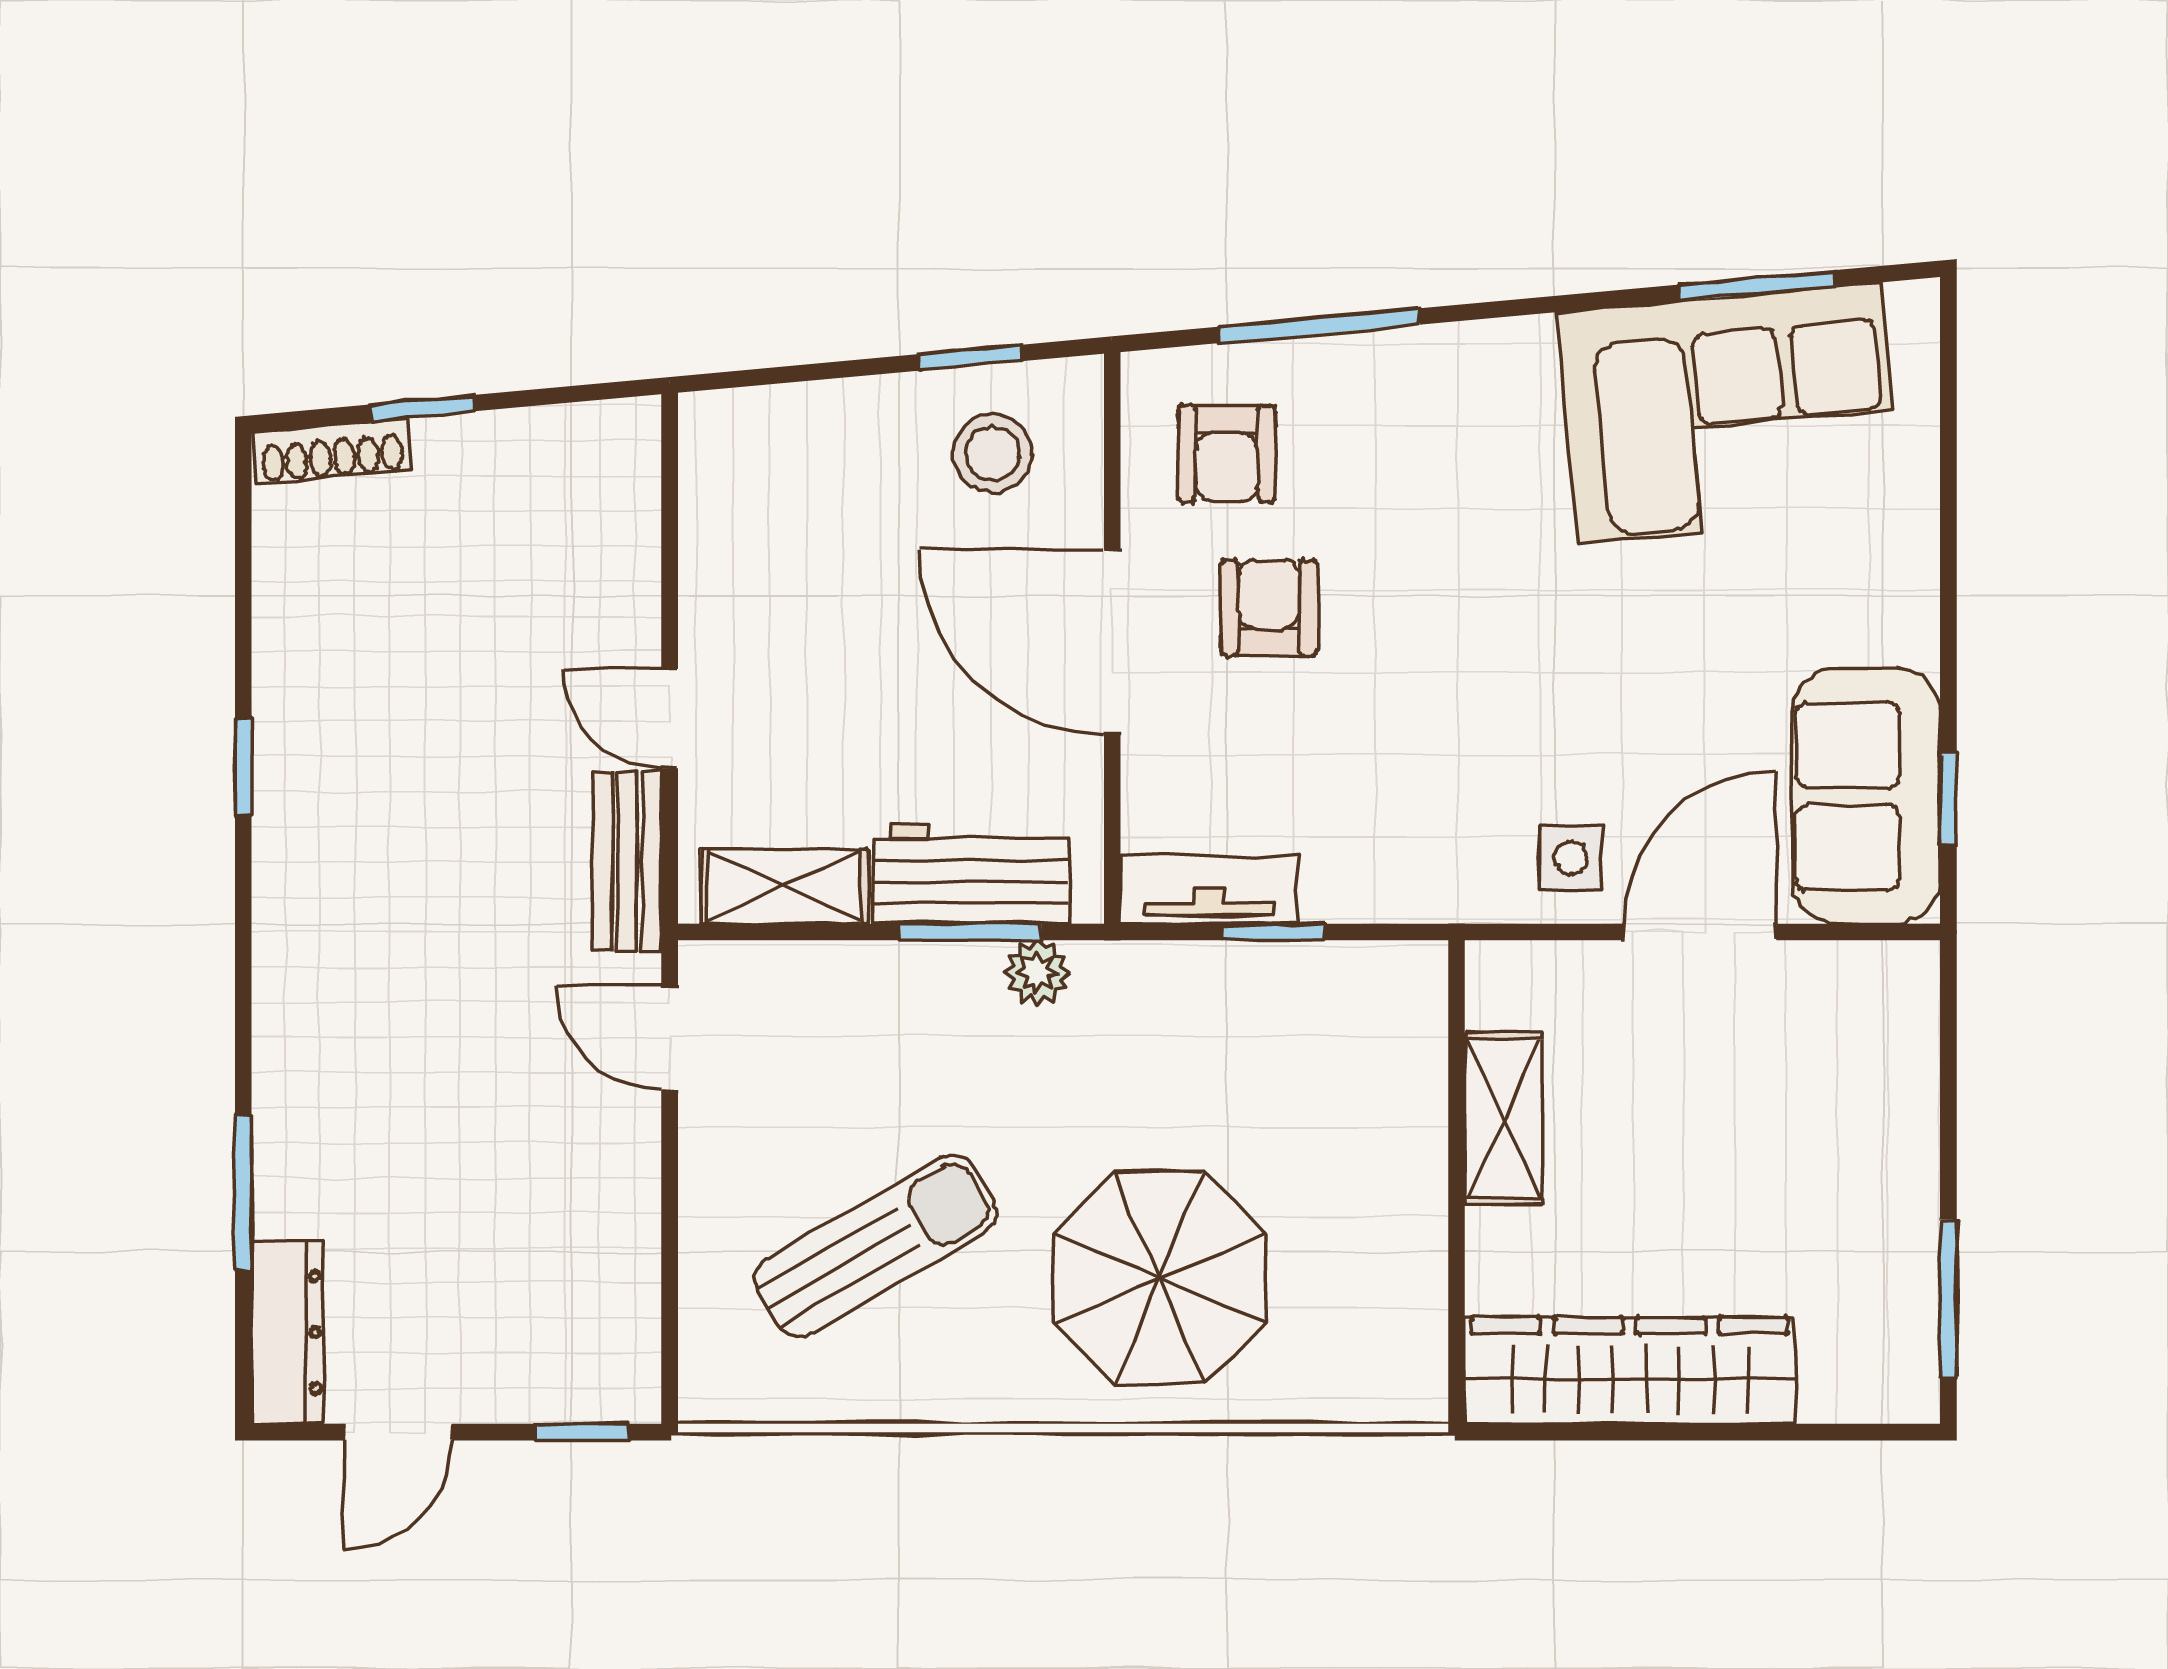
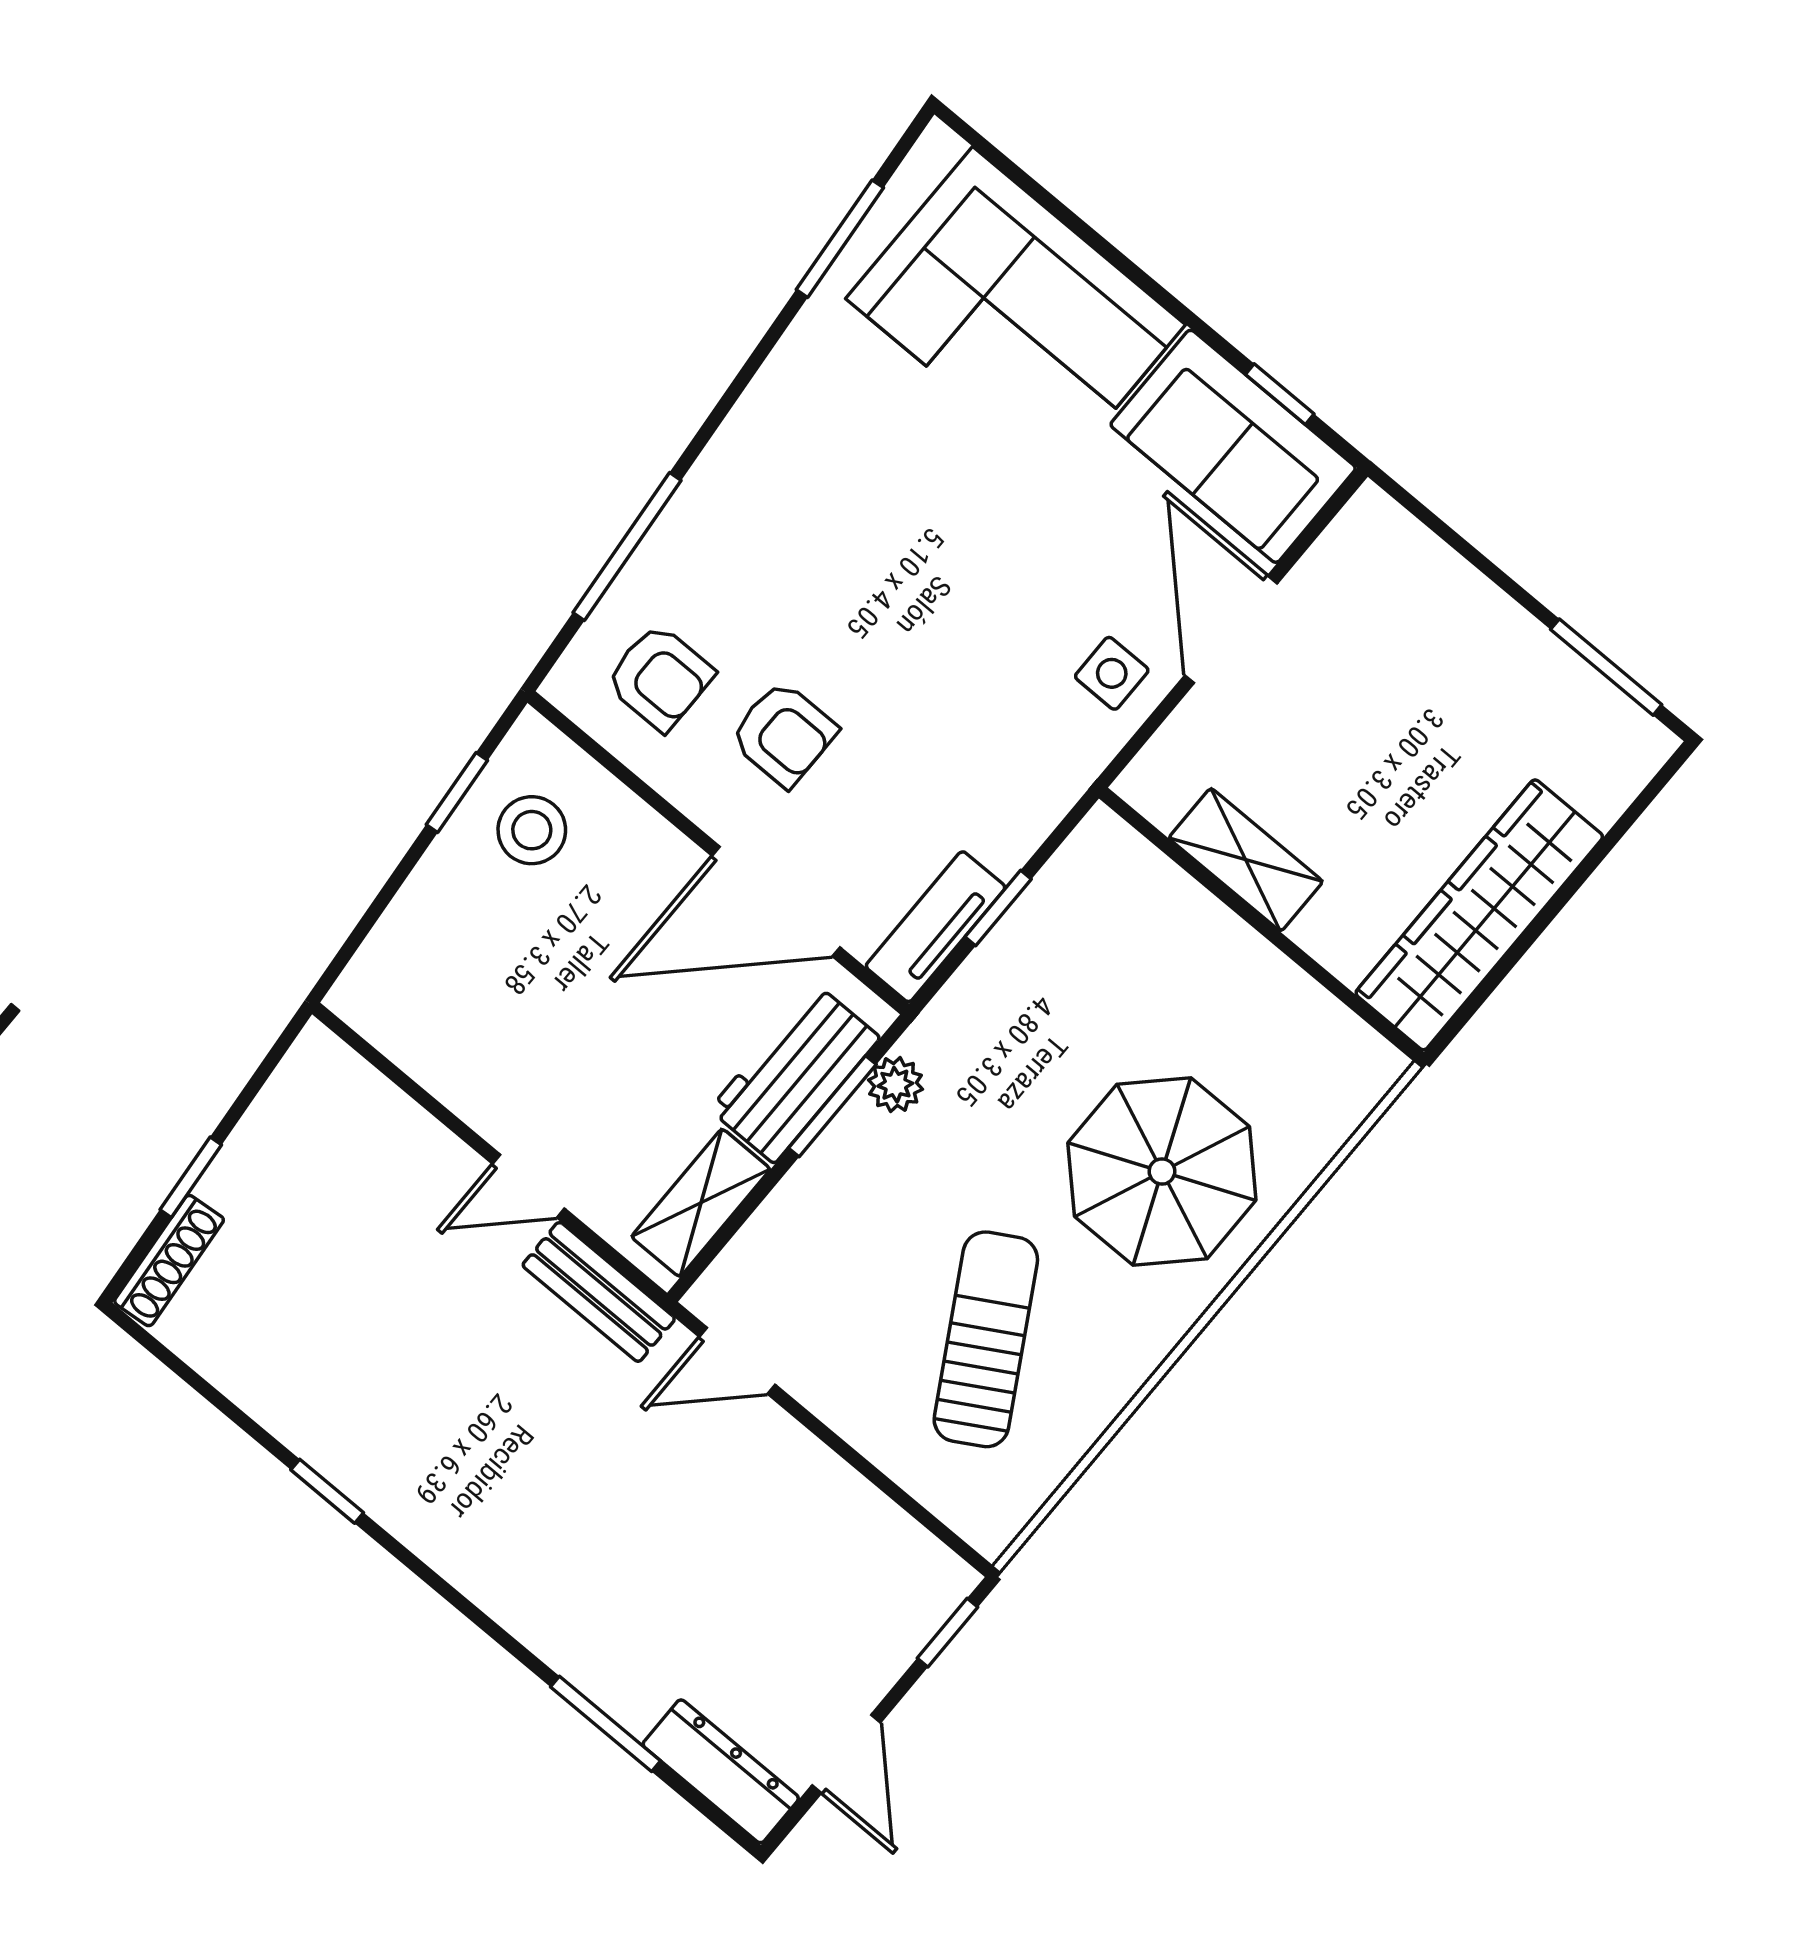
corner sofa: (1730, 413) -> (1016, 312), moved, turned 95
armchair: (1269, 608) -> (784, 734), turned 180
door: (1112, 642) -> (776, 902), moved

